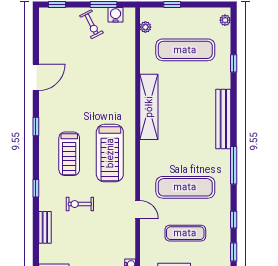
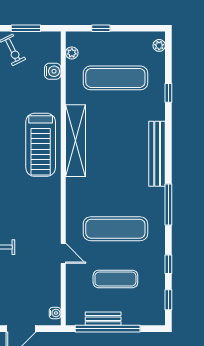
water cooler: (116, 15) -> (53, 71), moved, turned 90
treadmill: (110, 153) -> (41, 145), moved

